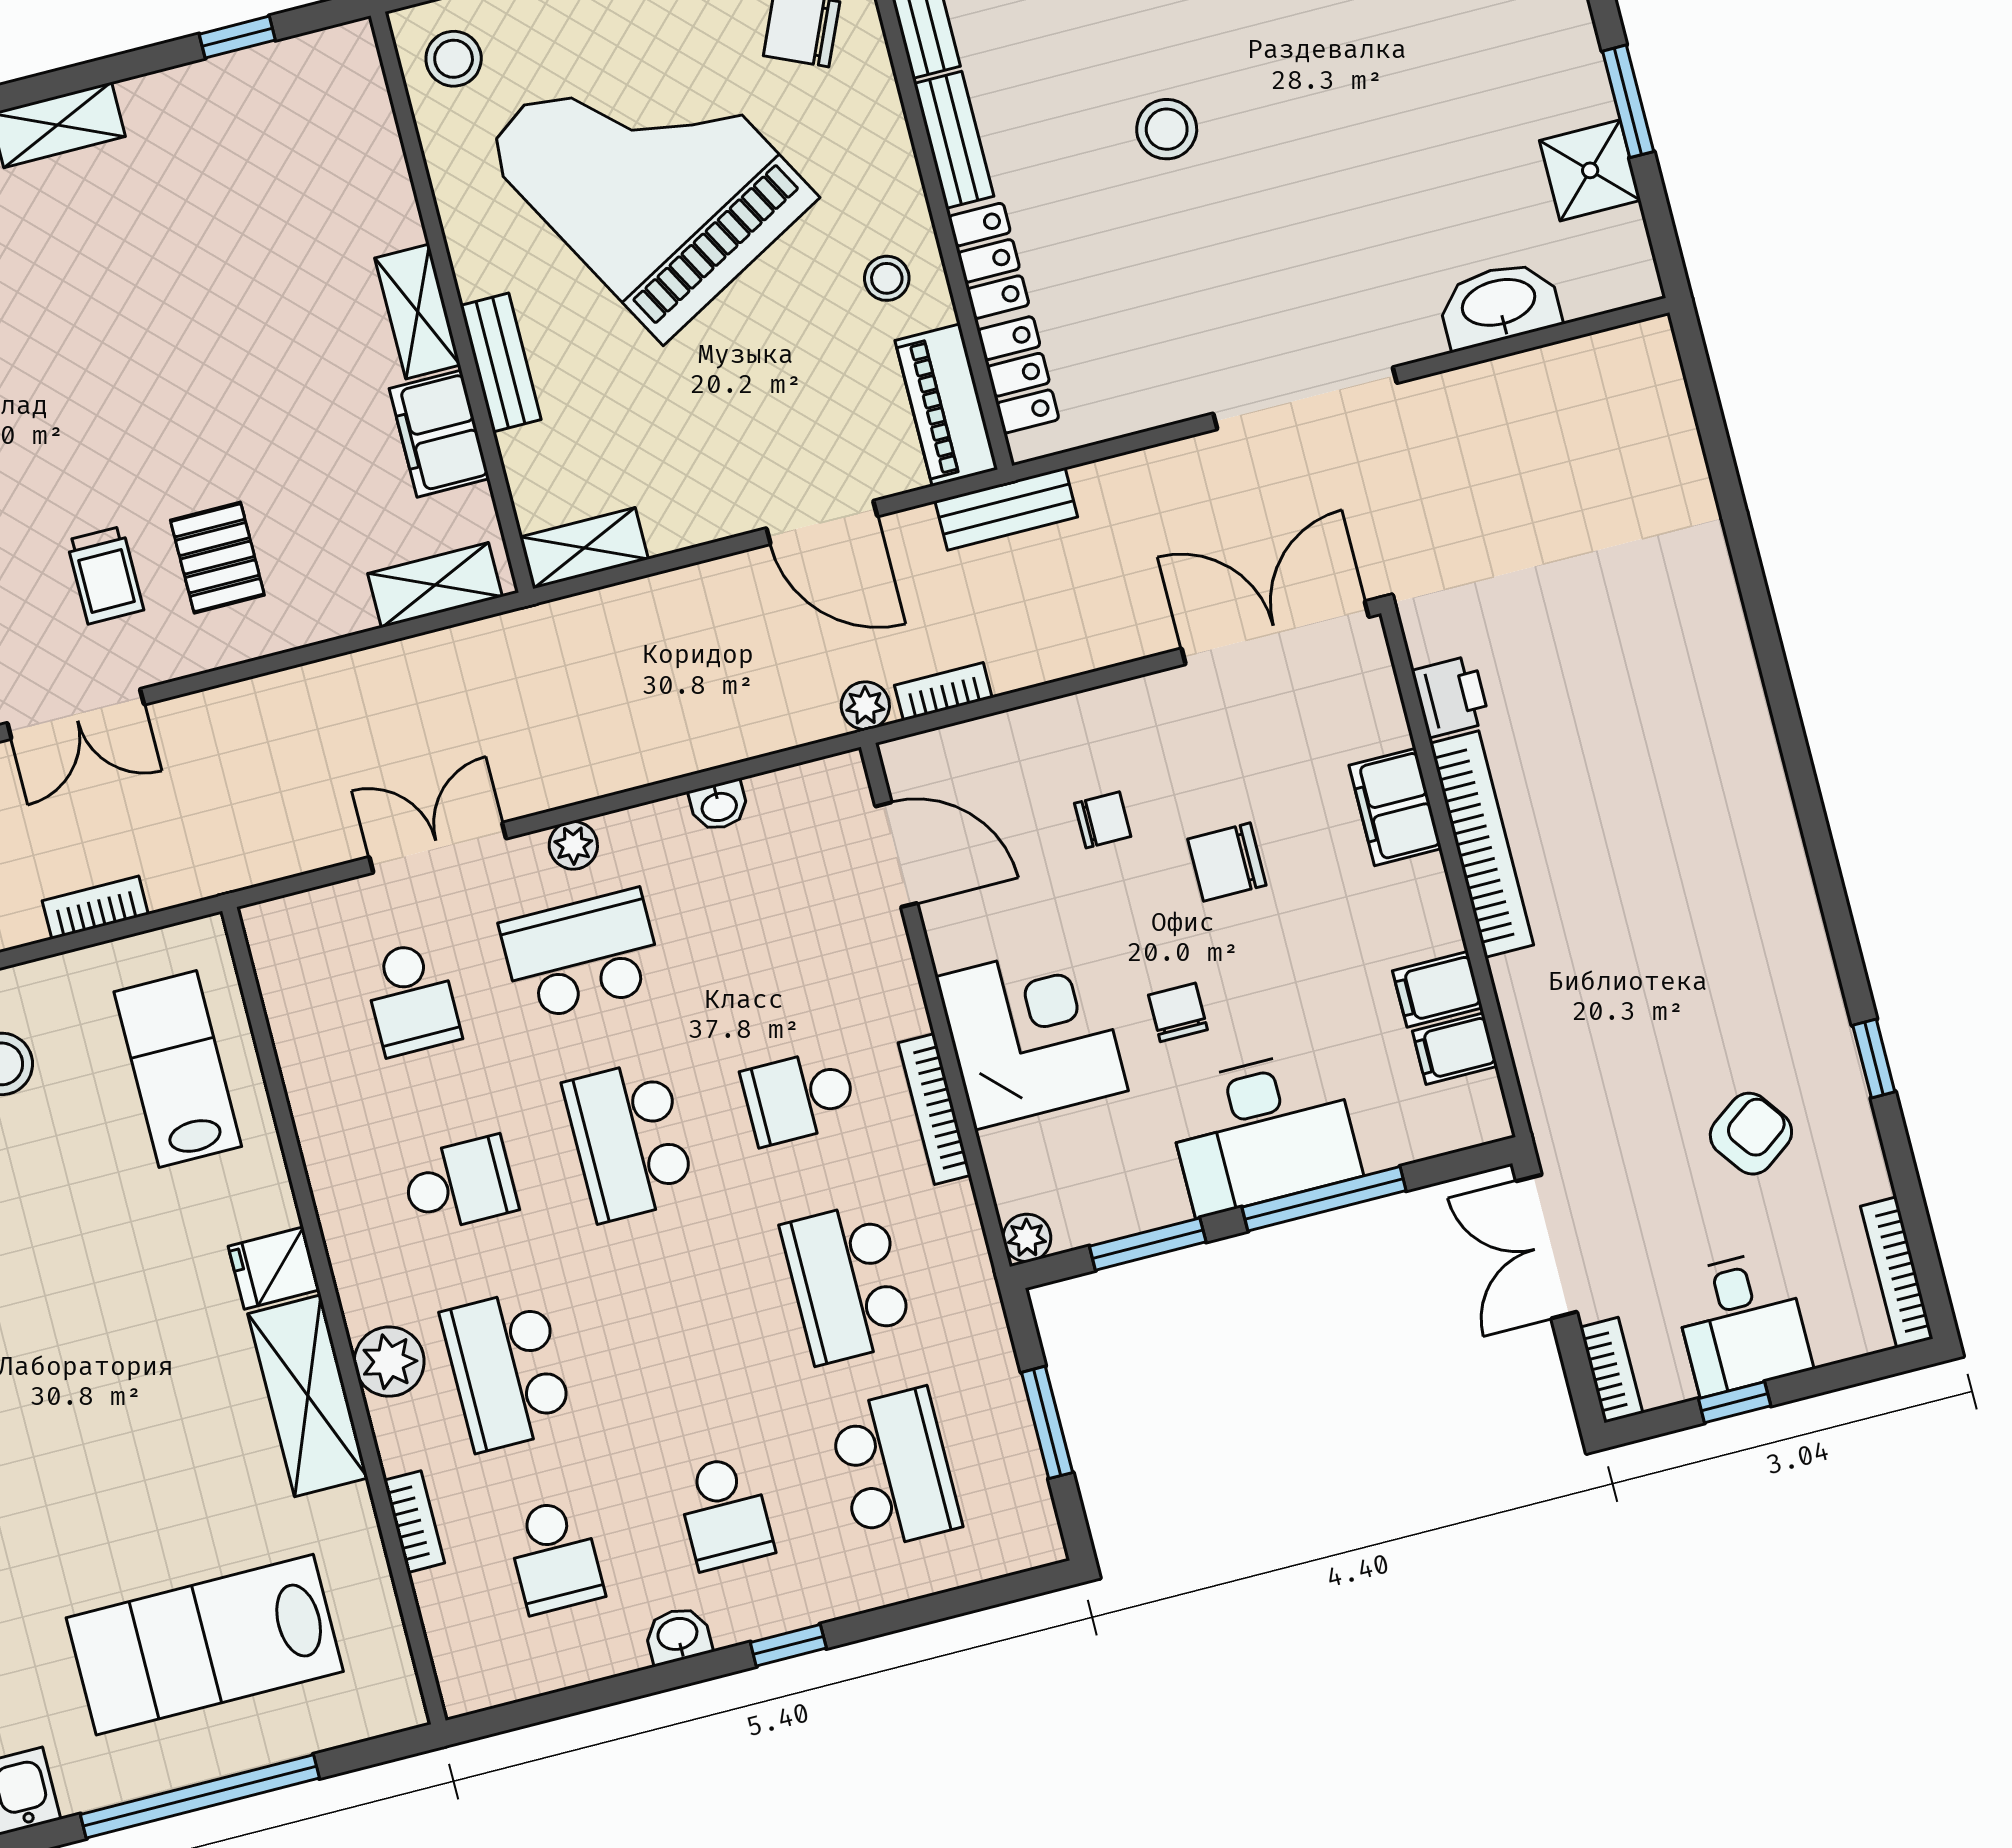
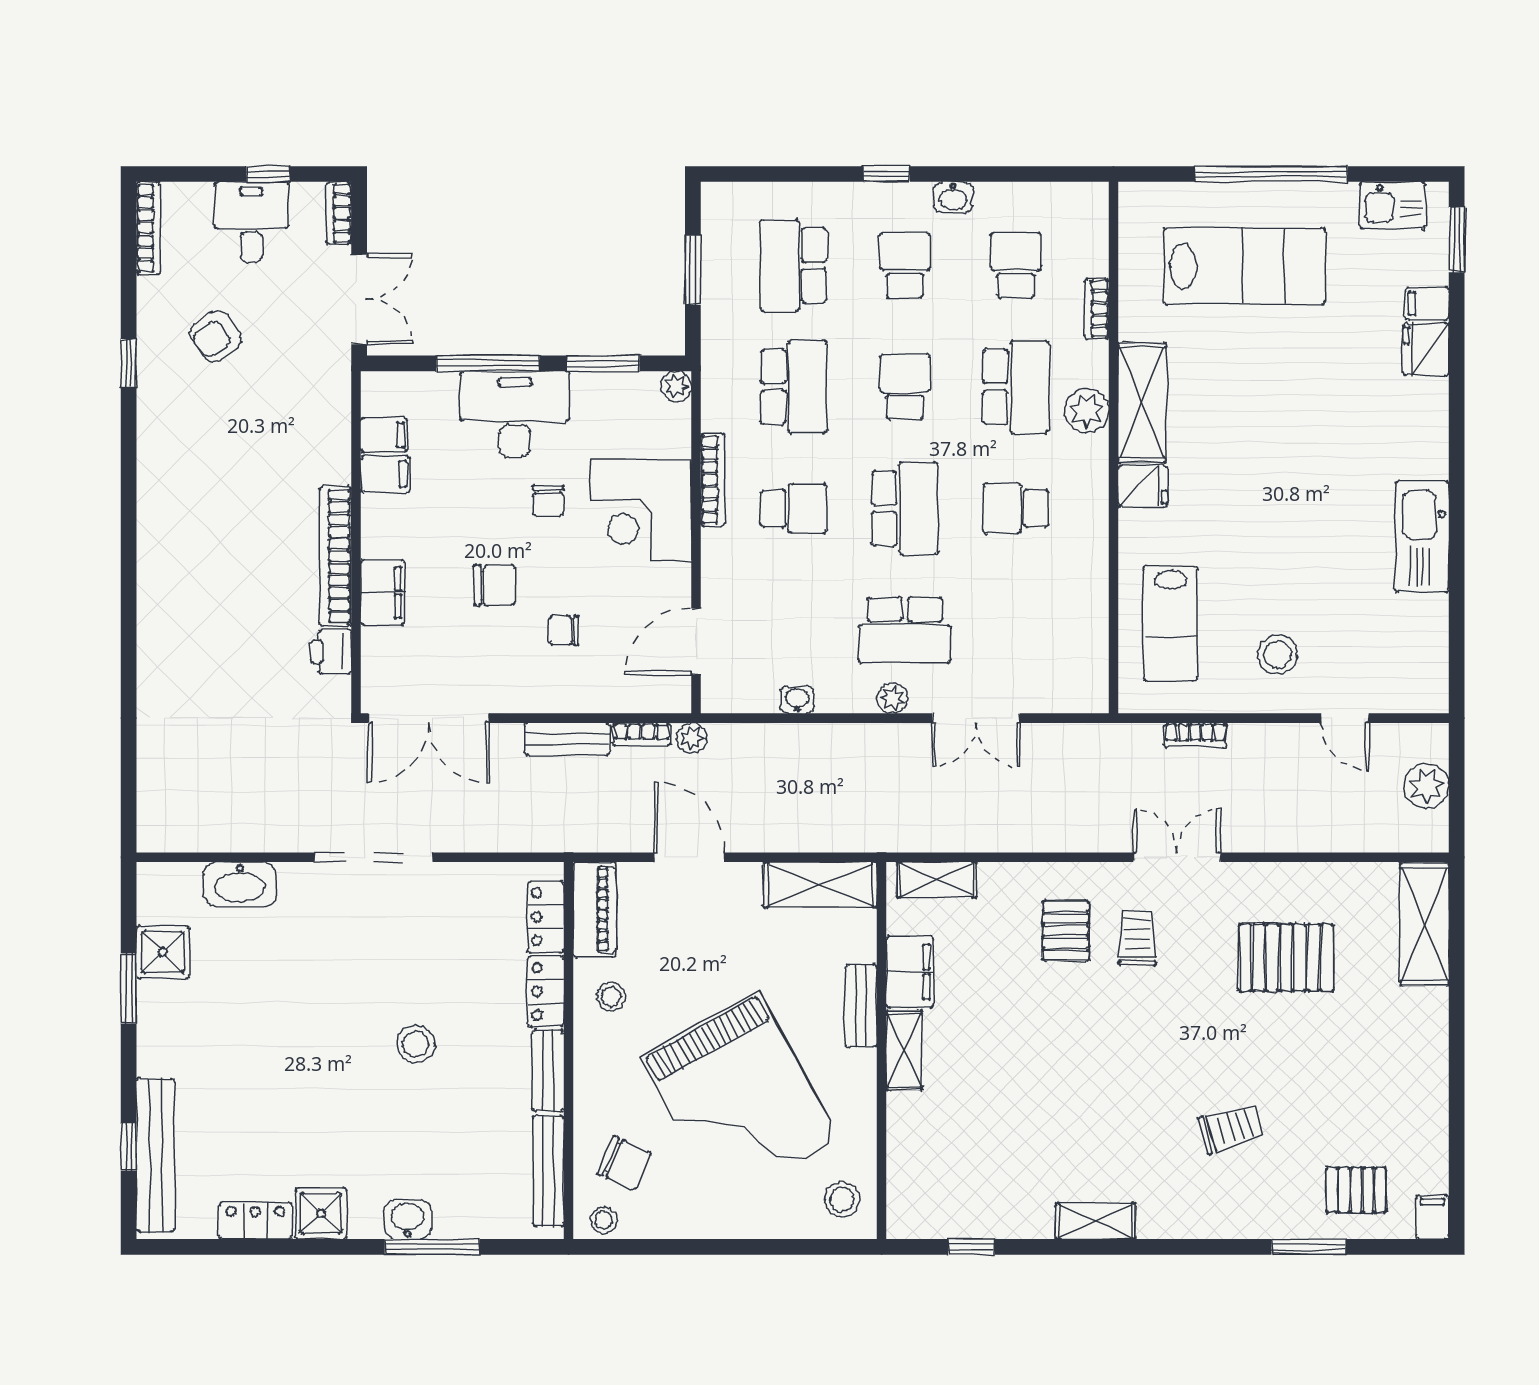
bench: (1006, 509) -> (567, 739), moved
shelving: (584, 548) -> (820, 885), width x1.50, depth x1.33
door: (896, 855) -> (696, 642), hinge flipped
school desk: (412, 998) -> (905, 387), moved

